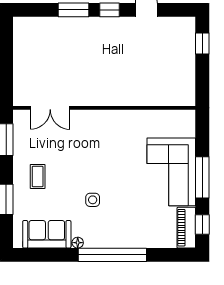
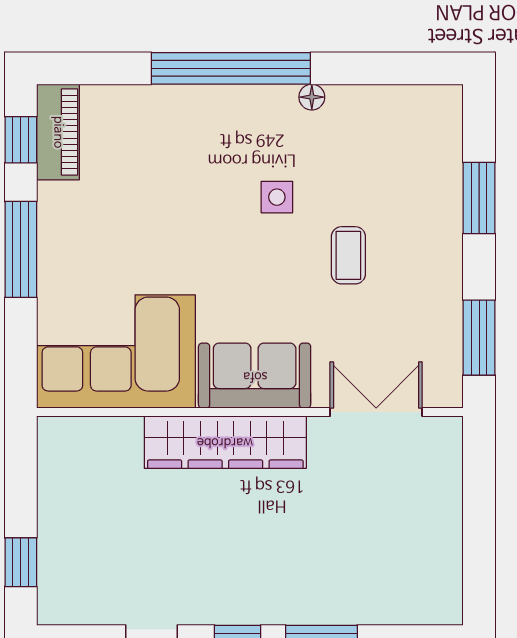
wardrobe: (115, 95) -> (225, 442), added
corner sofa: (171, 172) -> (116, 351), moved, turned -90
coffee table: (38, 176) -> (348, 255), moved
sofa: (47, 234) -> (255, 376), moved, turned 180

